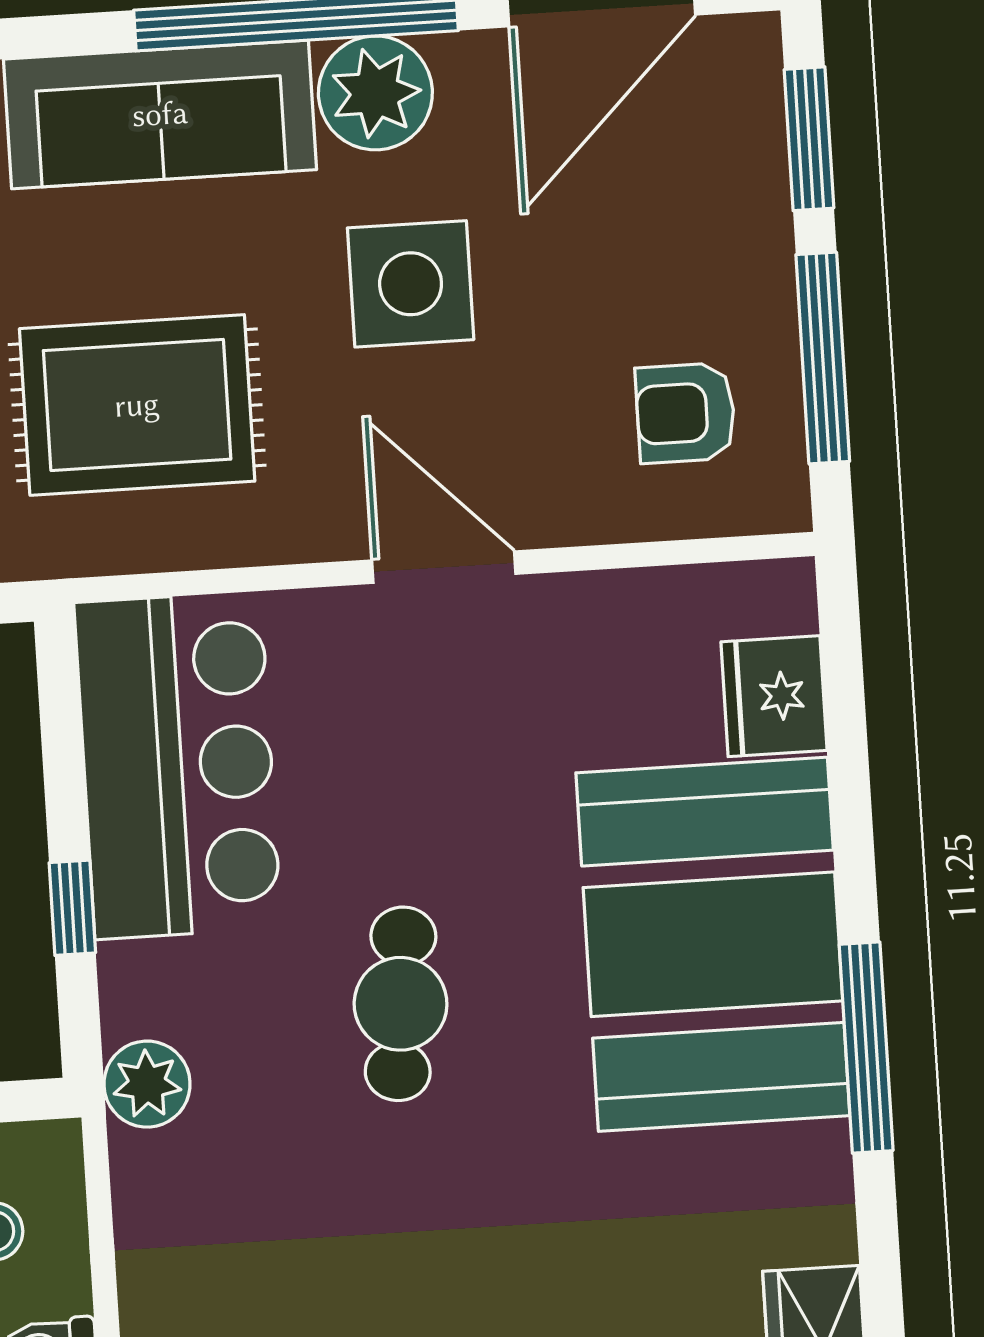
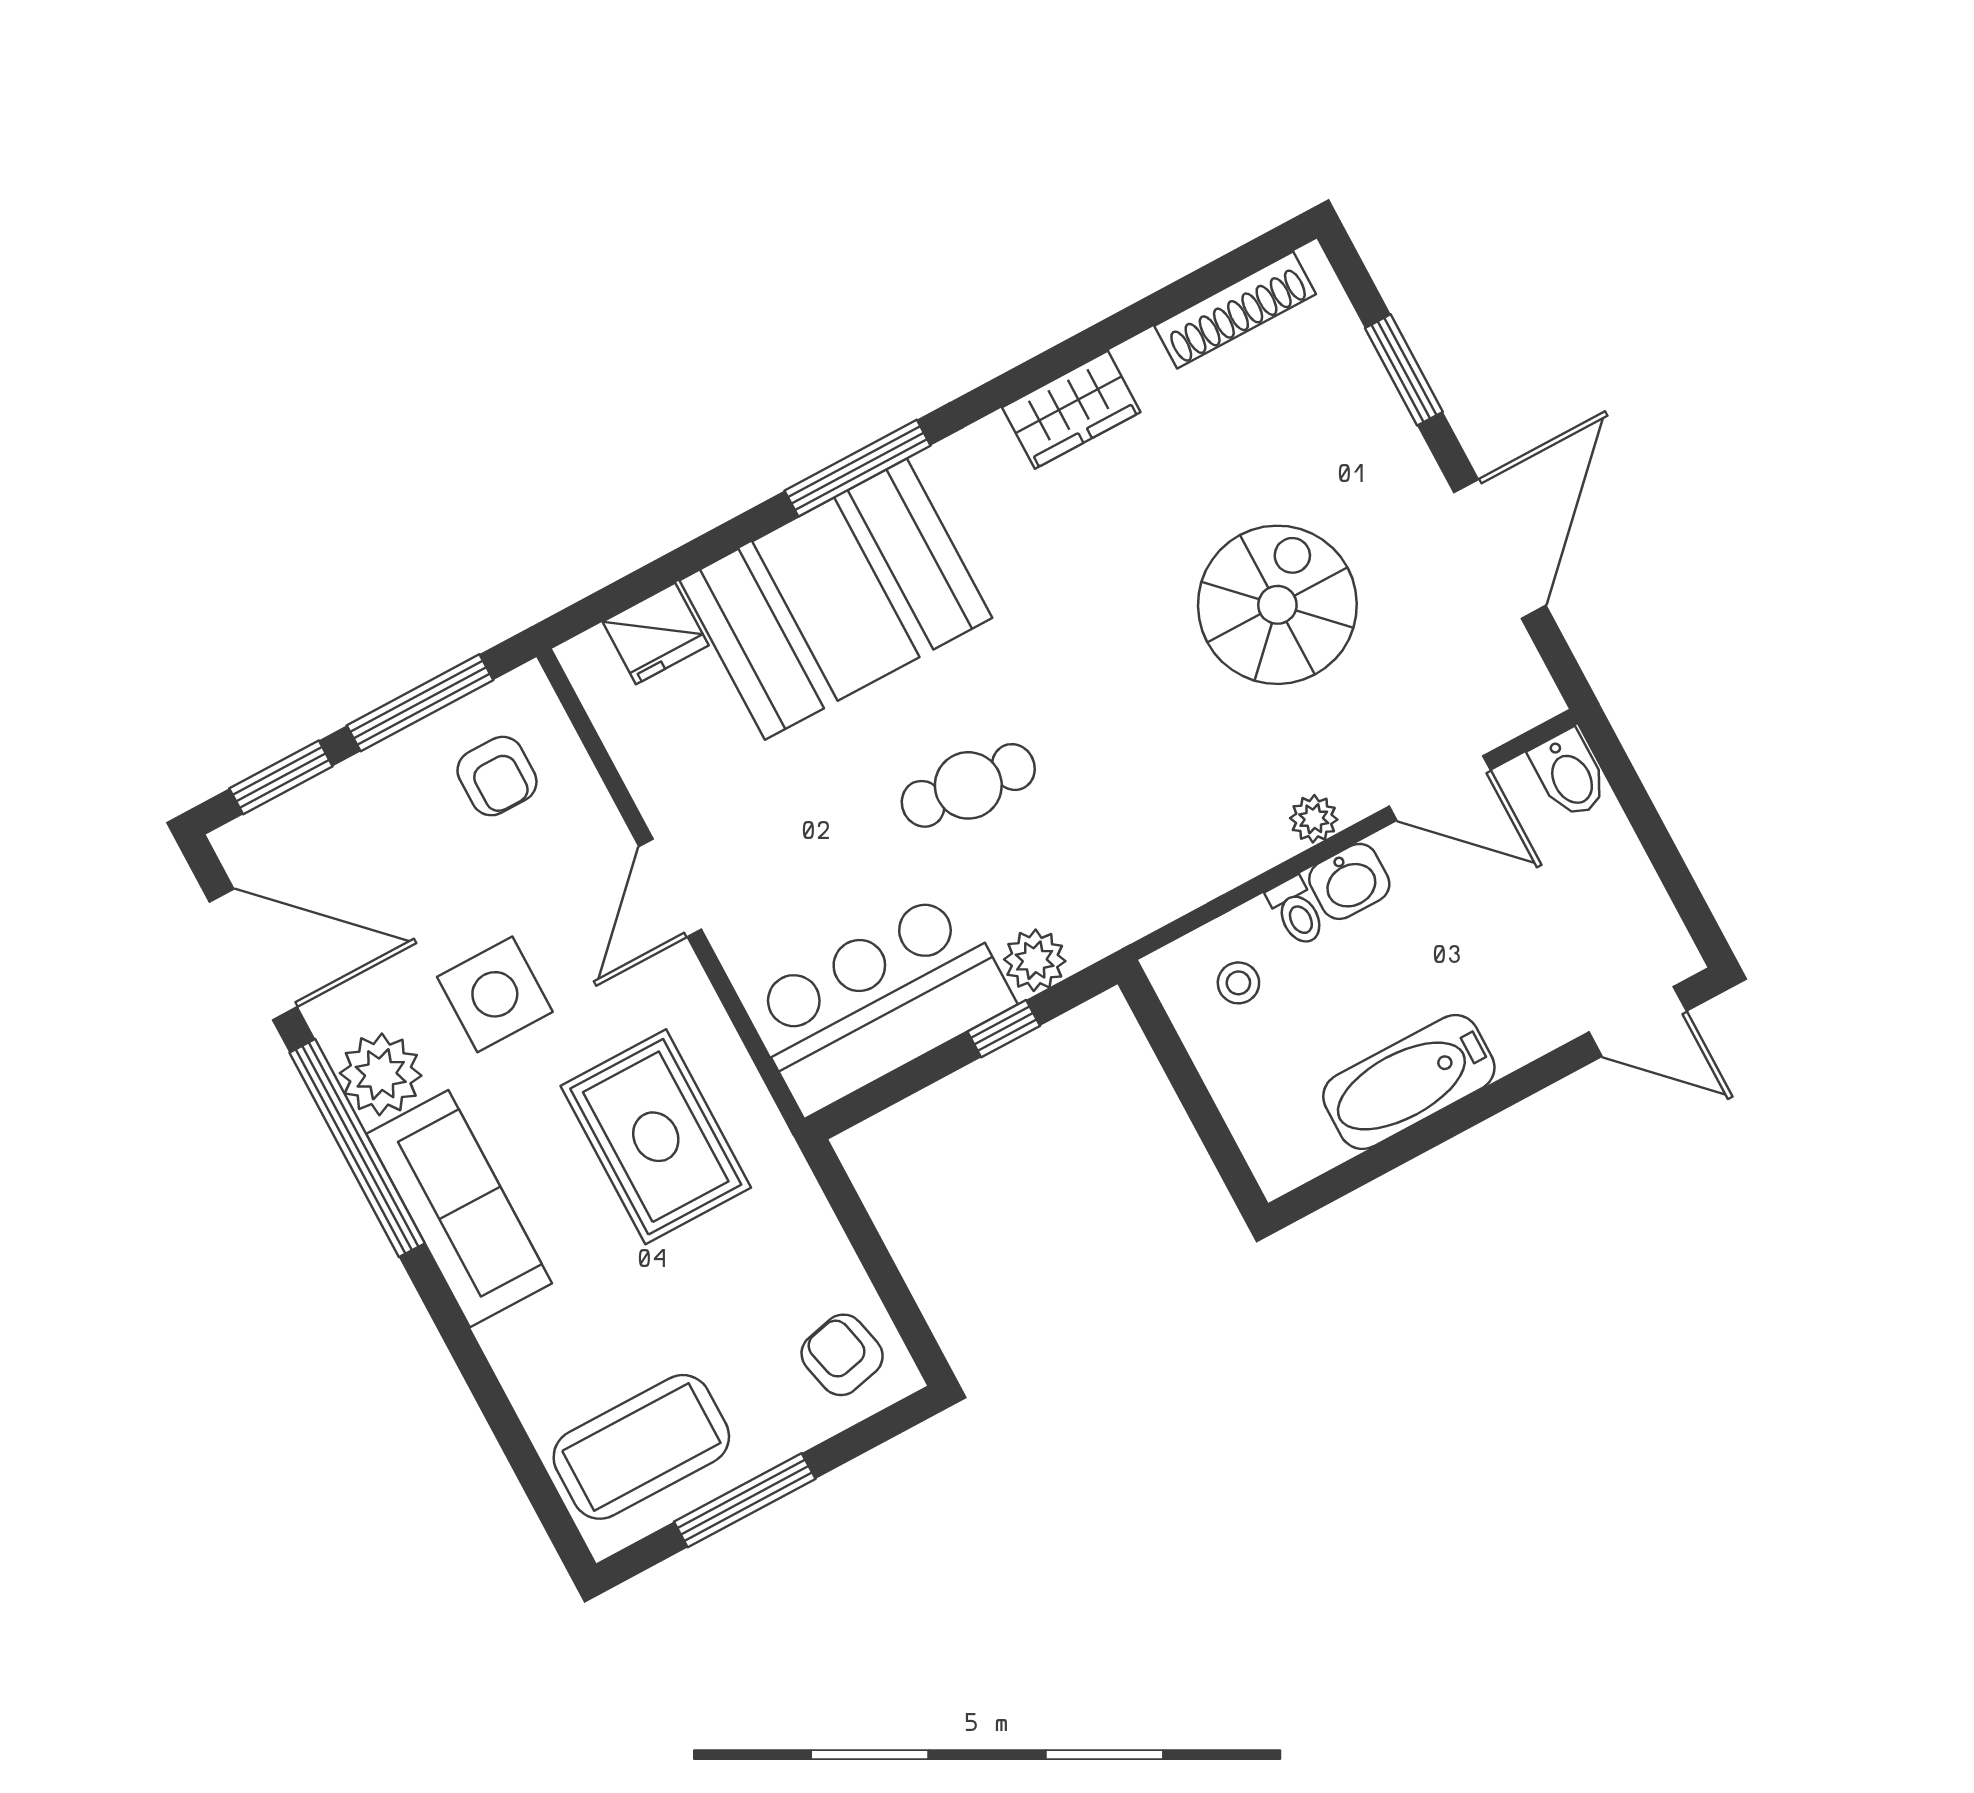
plant: (147, 1084) -> (1035, 960), moved

